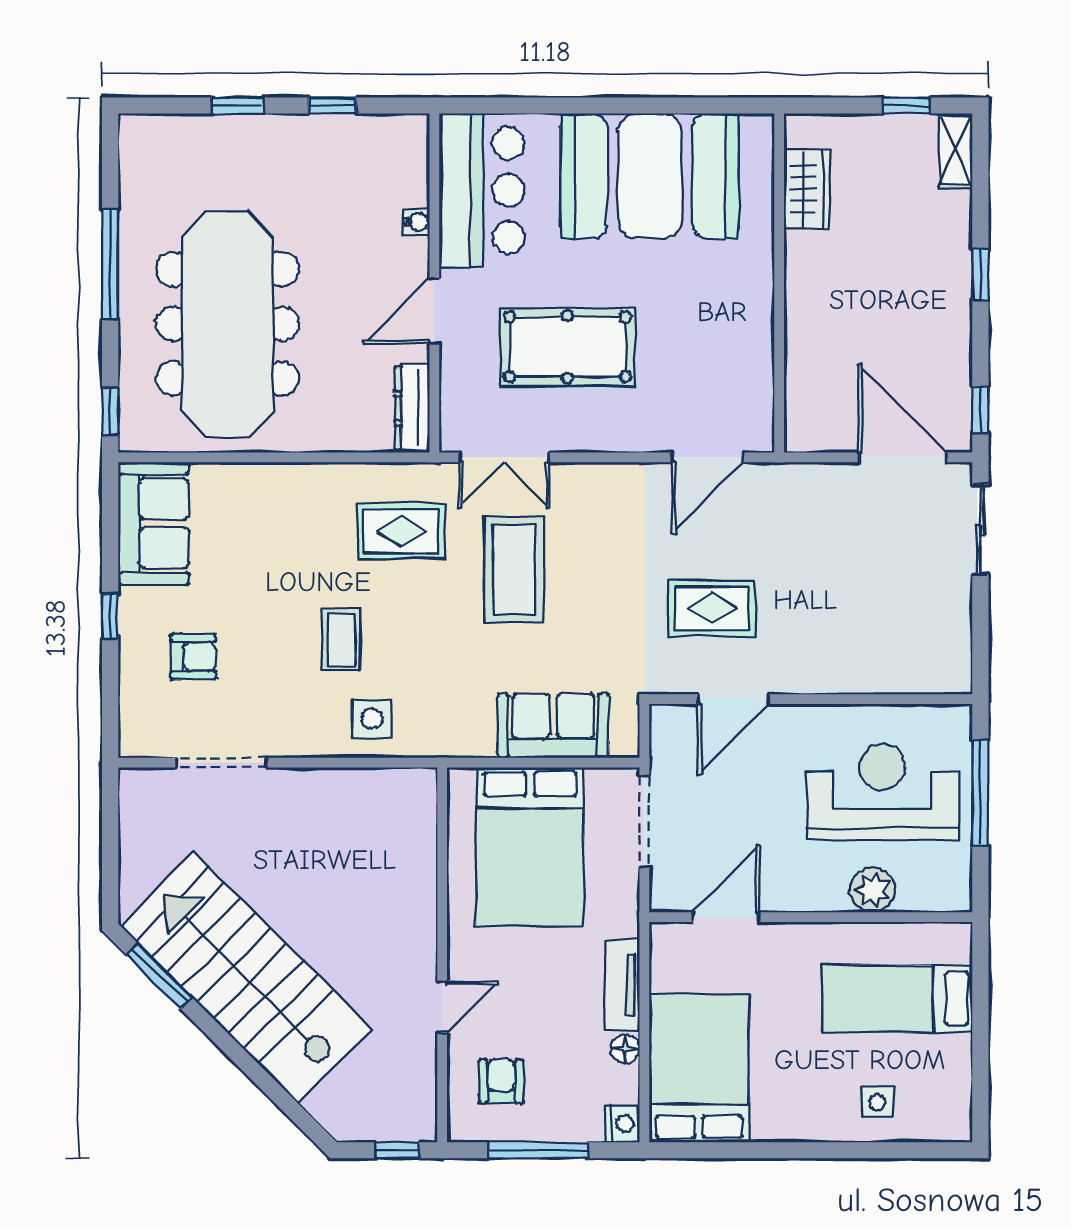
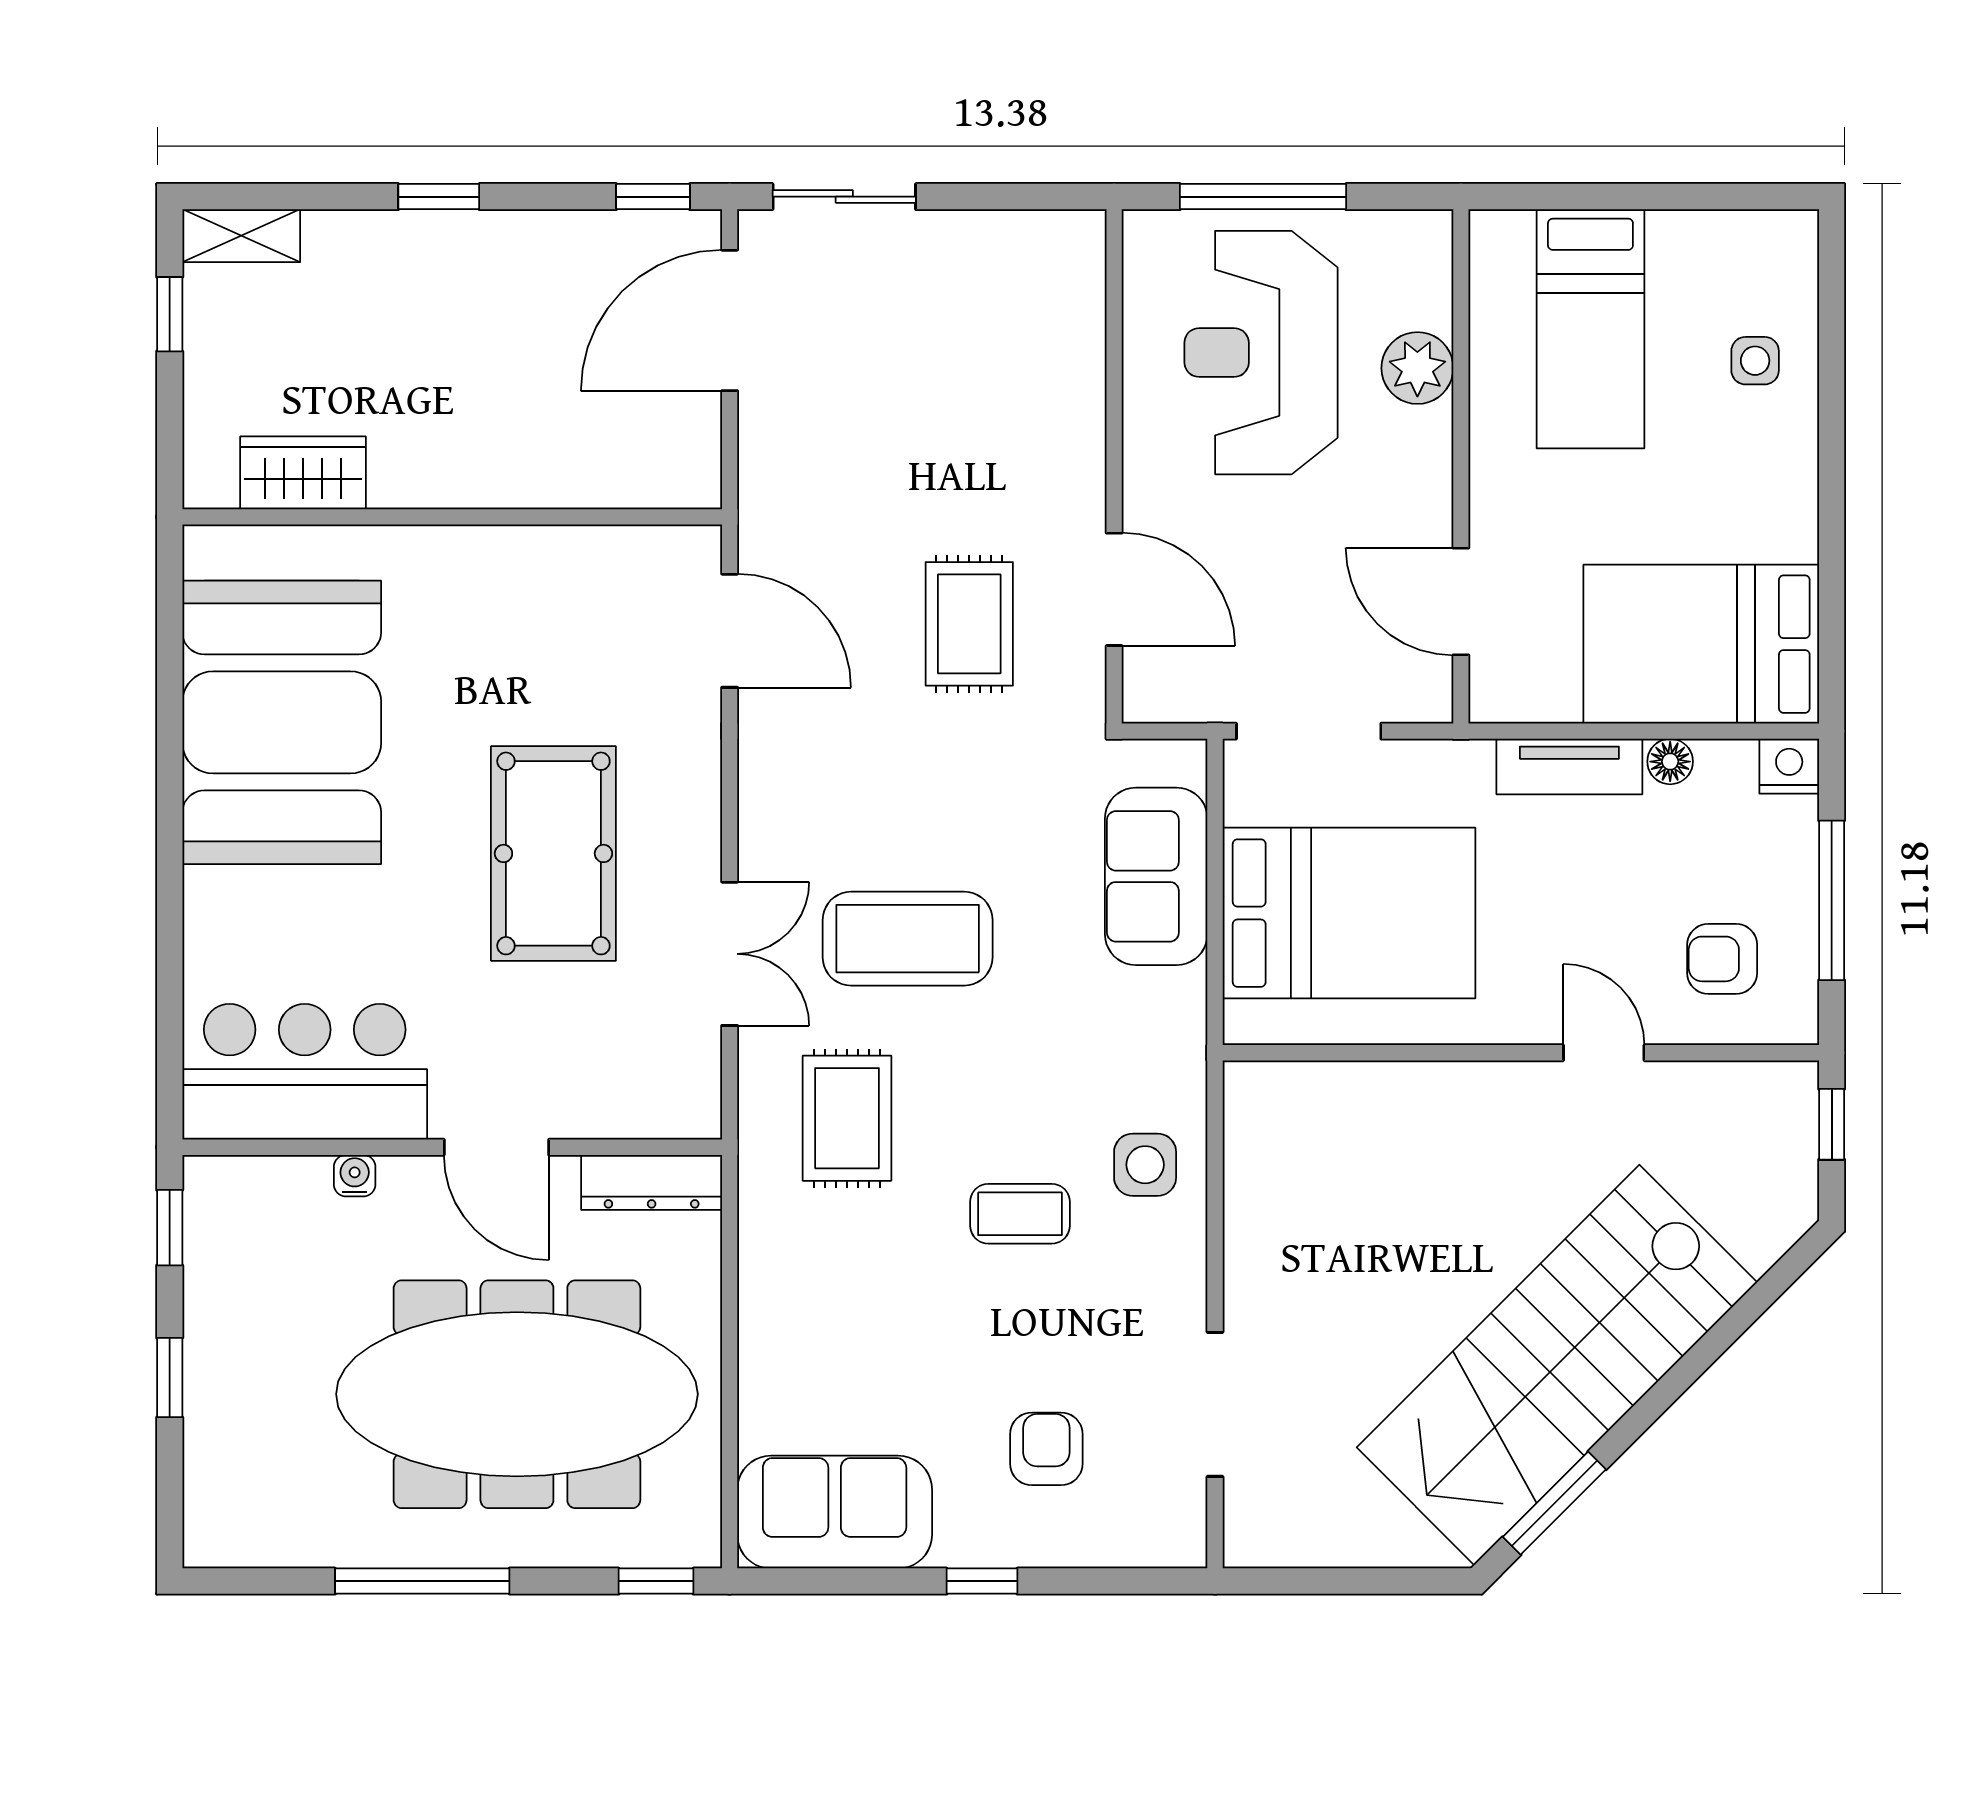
bar counter: (482, 190) -> (305, 1072), moved
water cooler: (416, 222) -> (355, 1176), moved
wall: (434, 283) -> (452, 1147), moved
door: (434, 311) -> (496, 1147), moved
dresser: (412, 408) -> (652, 1182), moved

